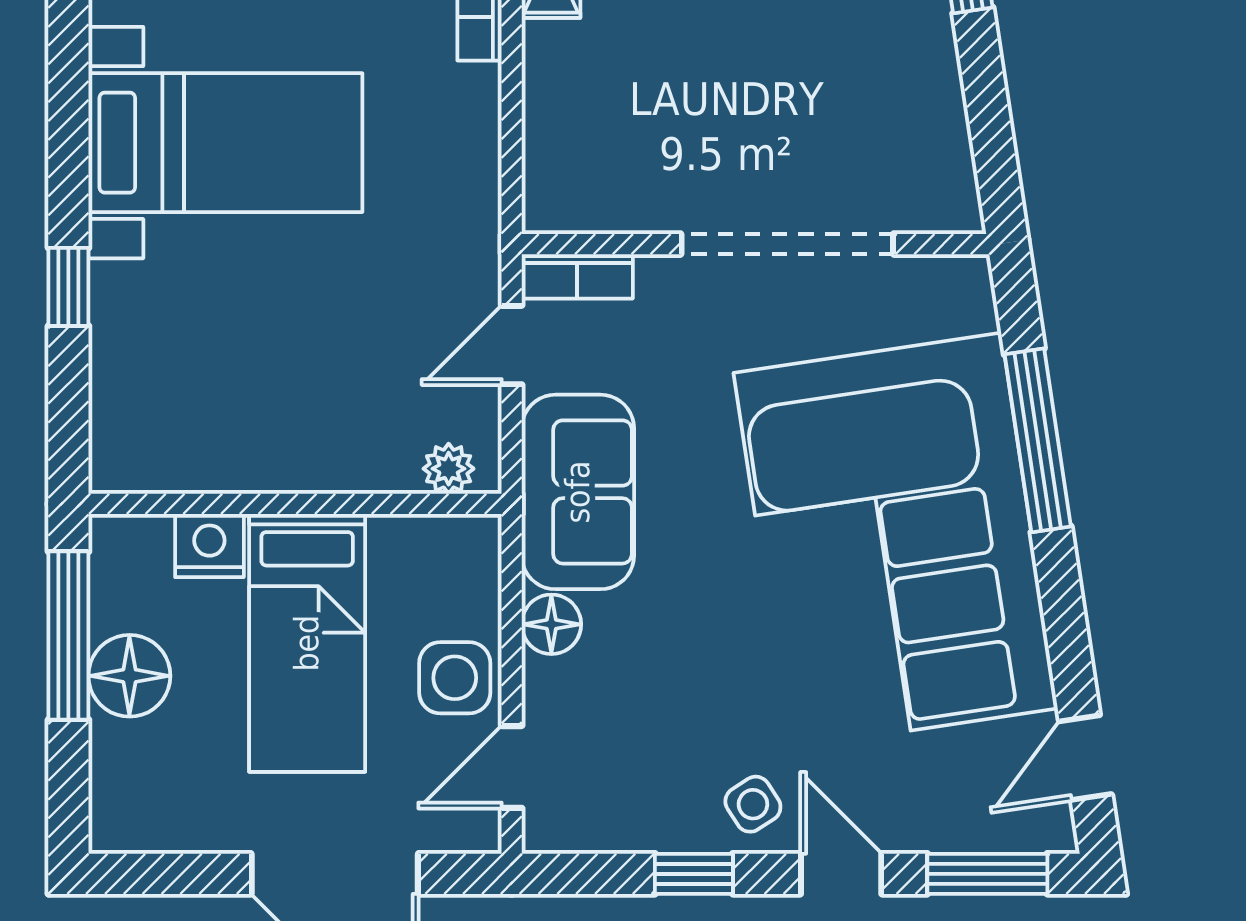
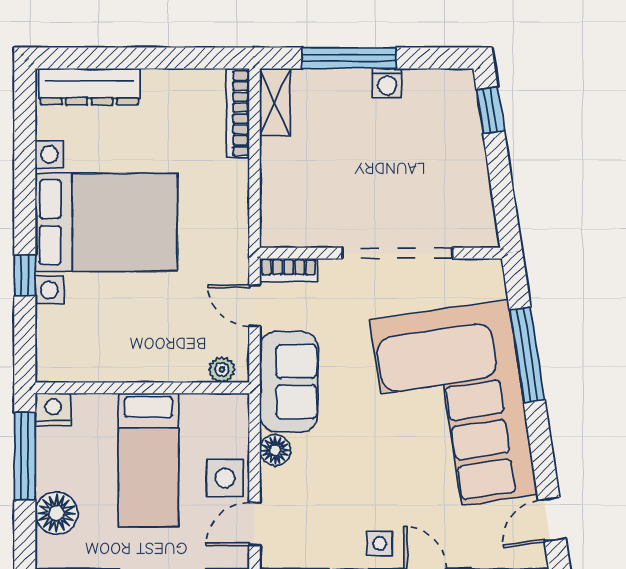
bed with nightstands: (225, 143) -> (106, 222), width x1.36
door: (512, 345) -> (255, 305), hinge flipped
nightstand: (209, 546) -> (53, 409), moved
floor lamp: (129, 676) -> (56, 513), moved
side table: (753, 804) -> (380, 543), turned 33

